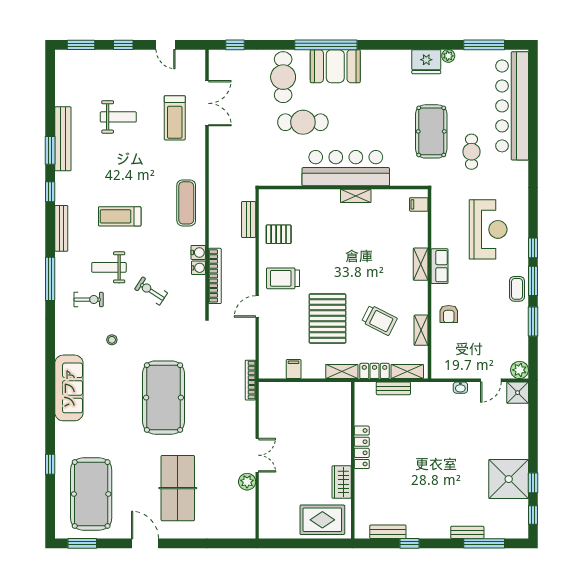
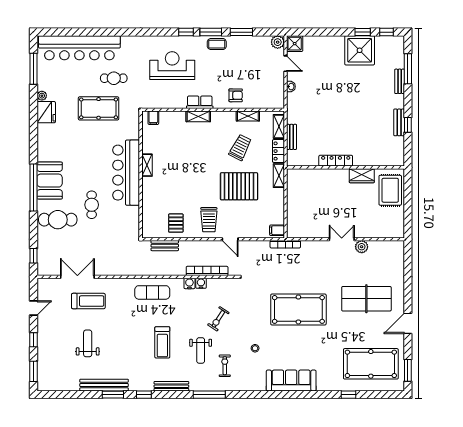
cafe table: (303, 122) -> (92, 205), width x0.73, depth x0.74
filing cabinet: (294, 369) -> (277, 230), moved
bench: (388, 532) -> (399, 122), moved

